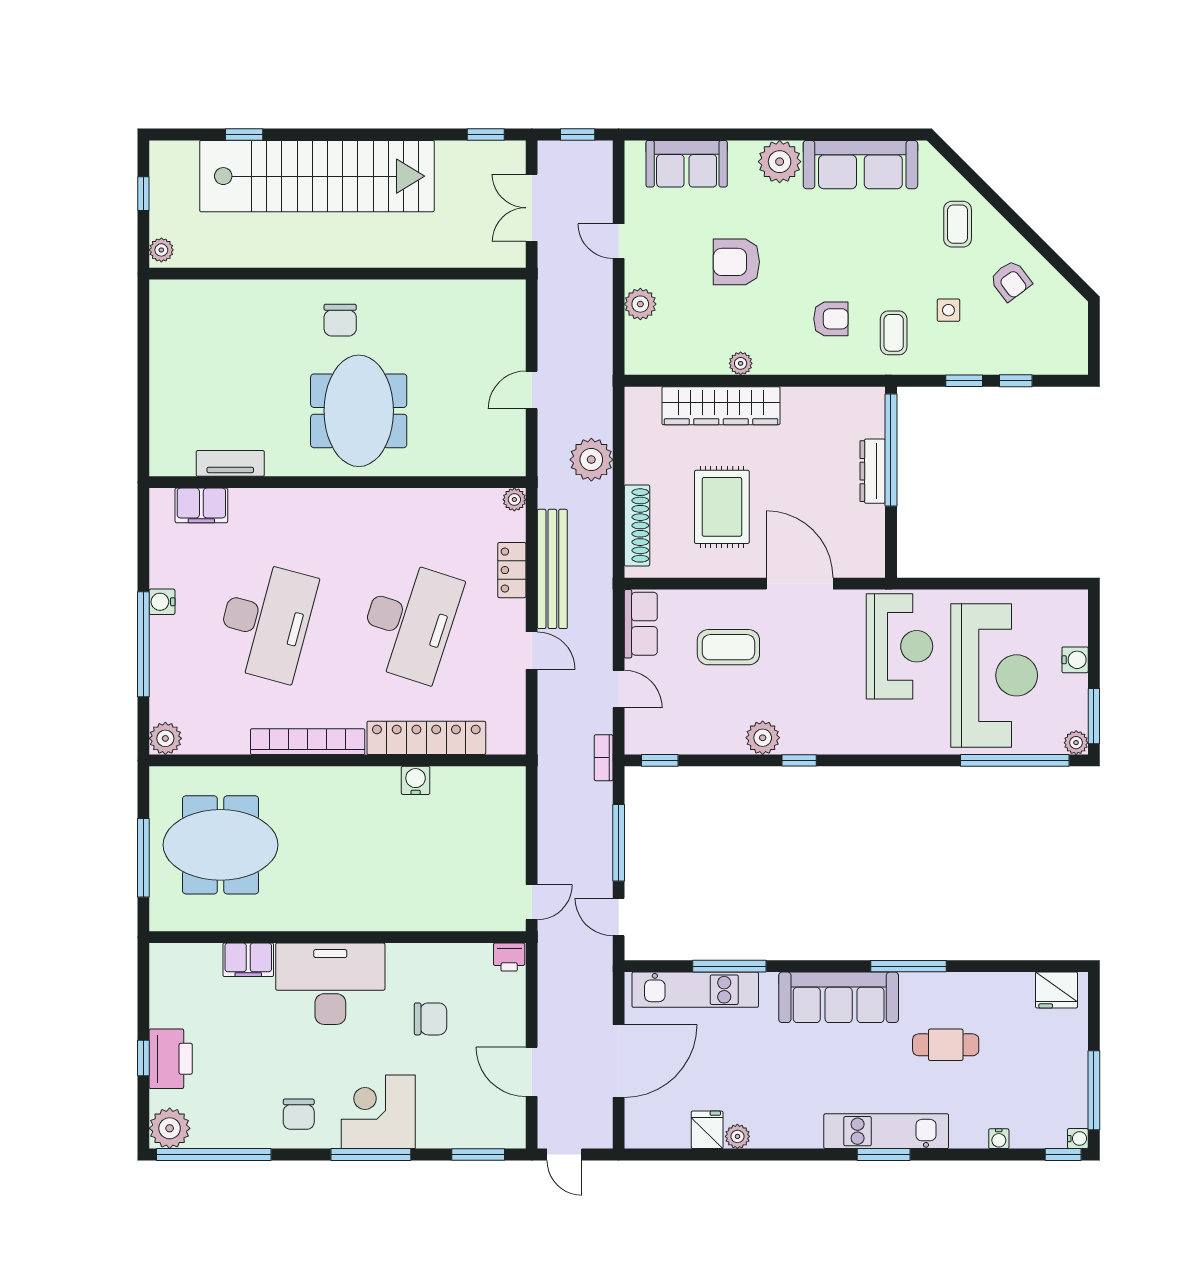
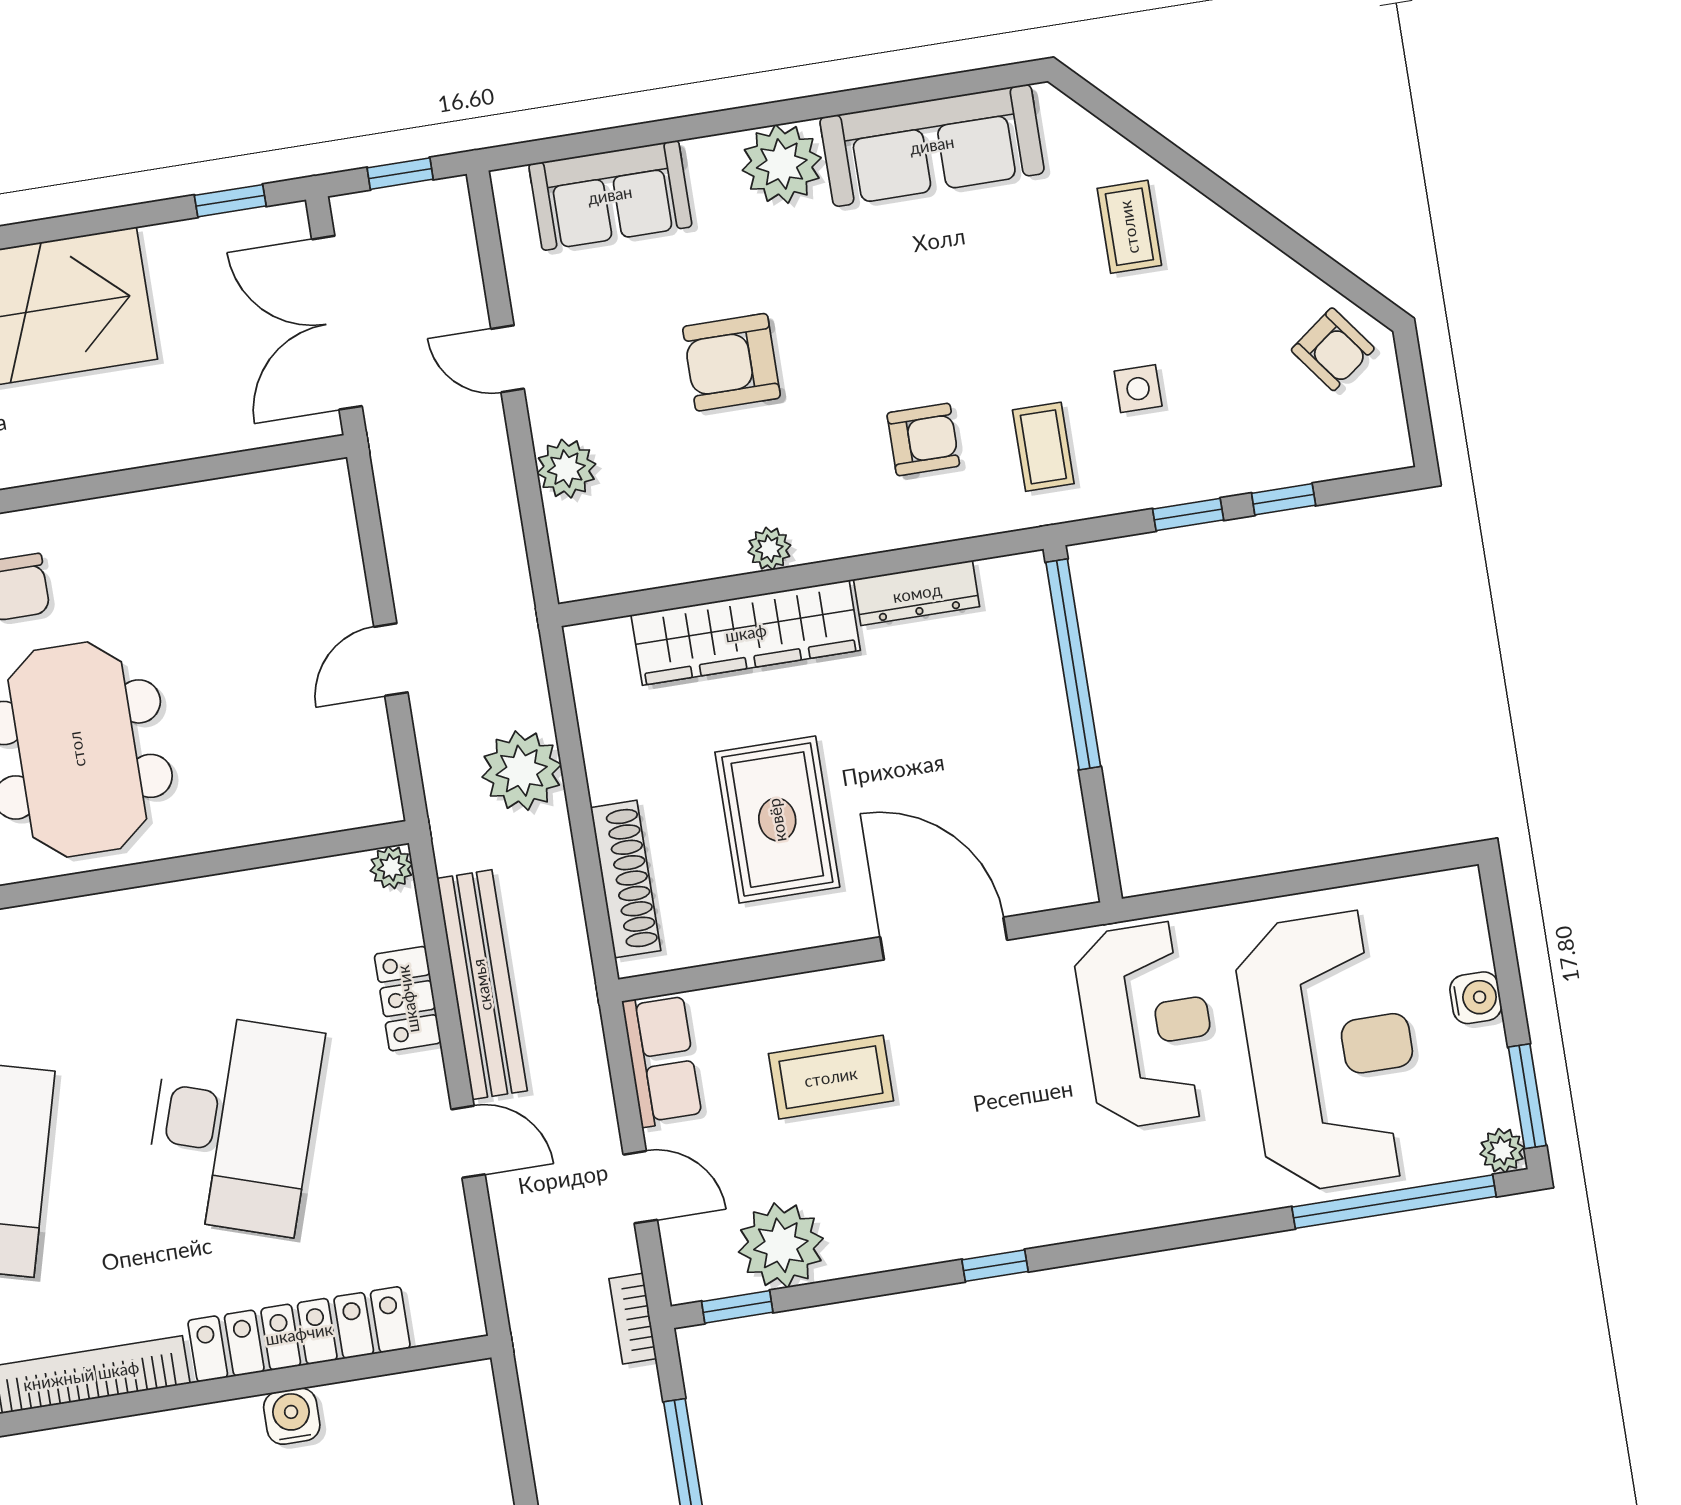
double door: (532, 208) -> (337, 323), width x1.37
armchair: (1011, 281) -> (1333, 349), moved
dresser: (873, 471) -> (917, 593), moved, turned -90
plant: (763, 738) -> (781, 1245), moved, width x1.36, depth x1.36

